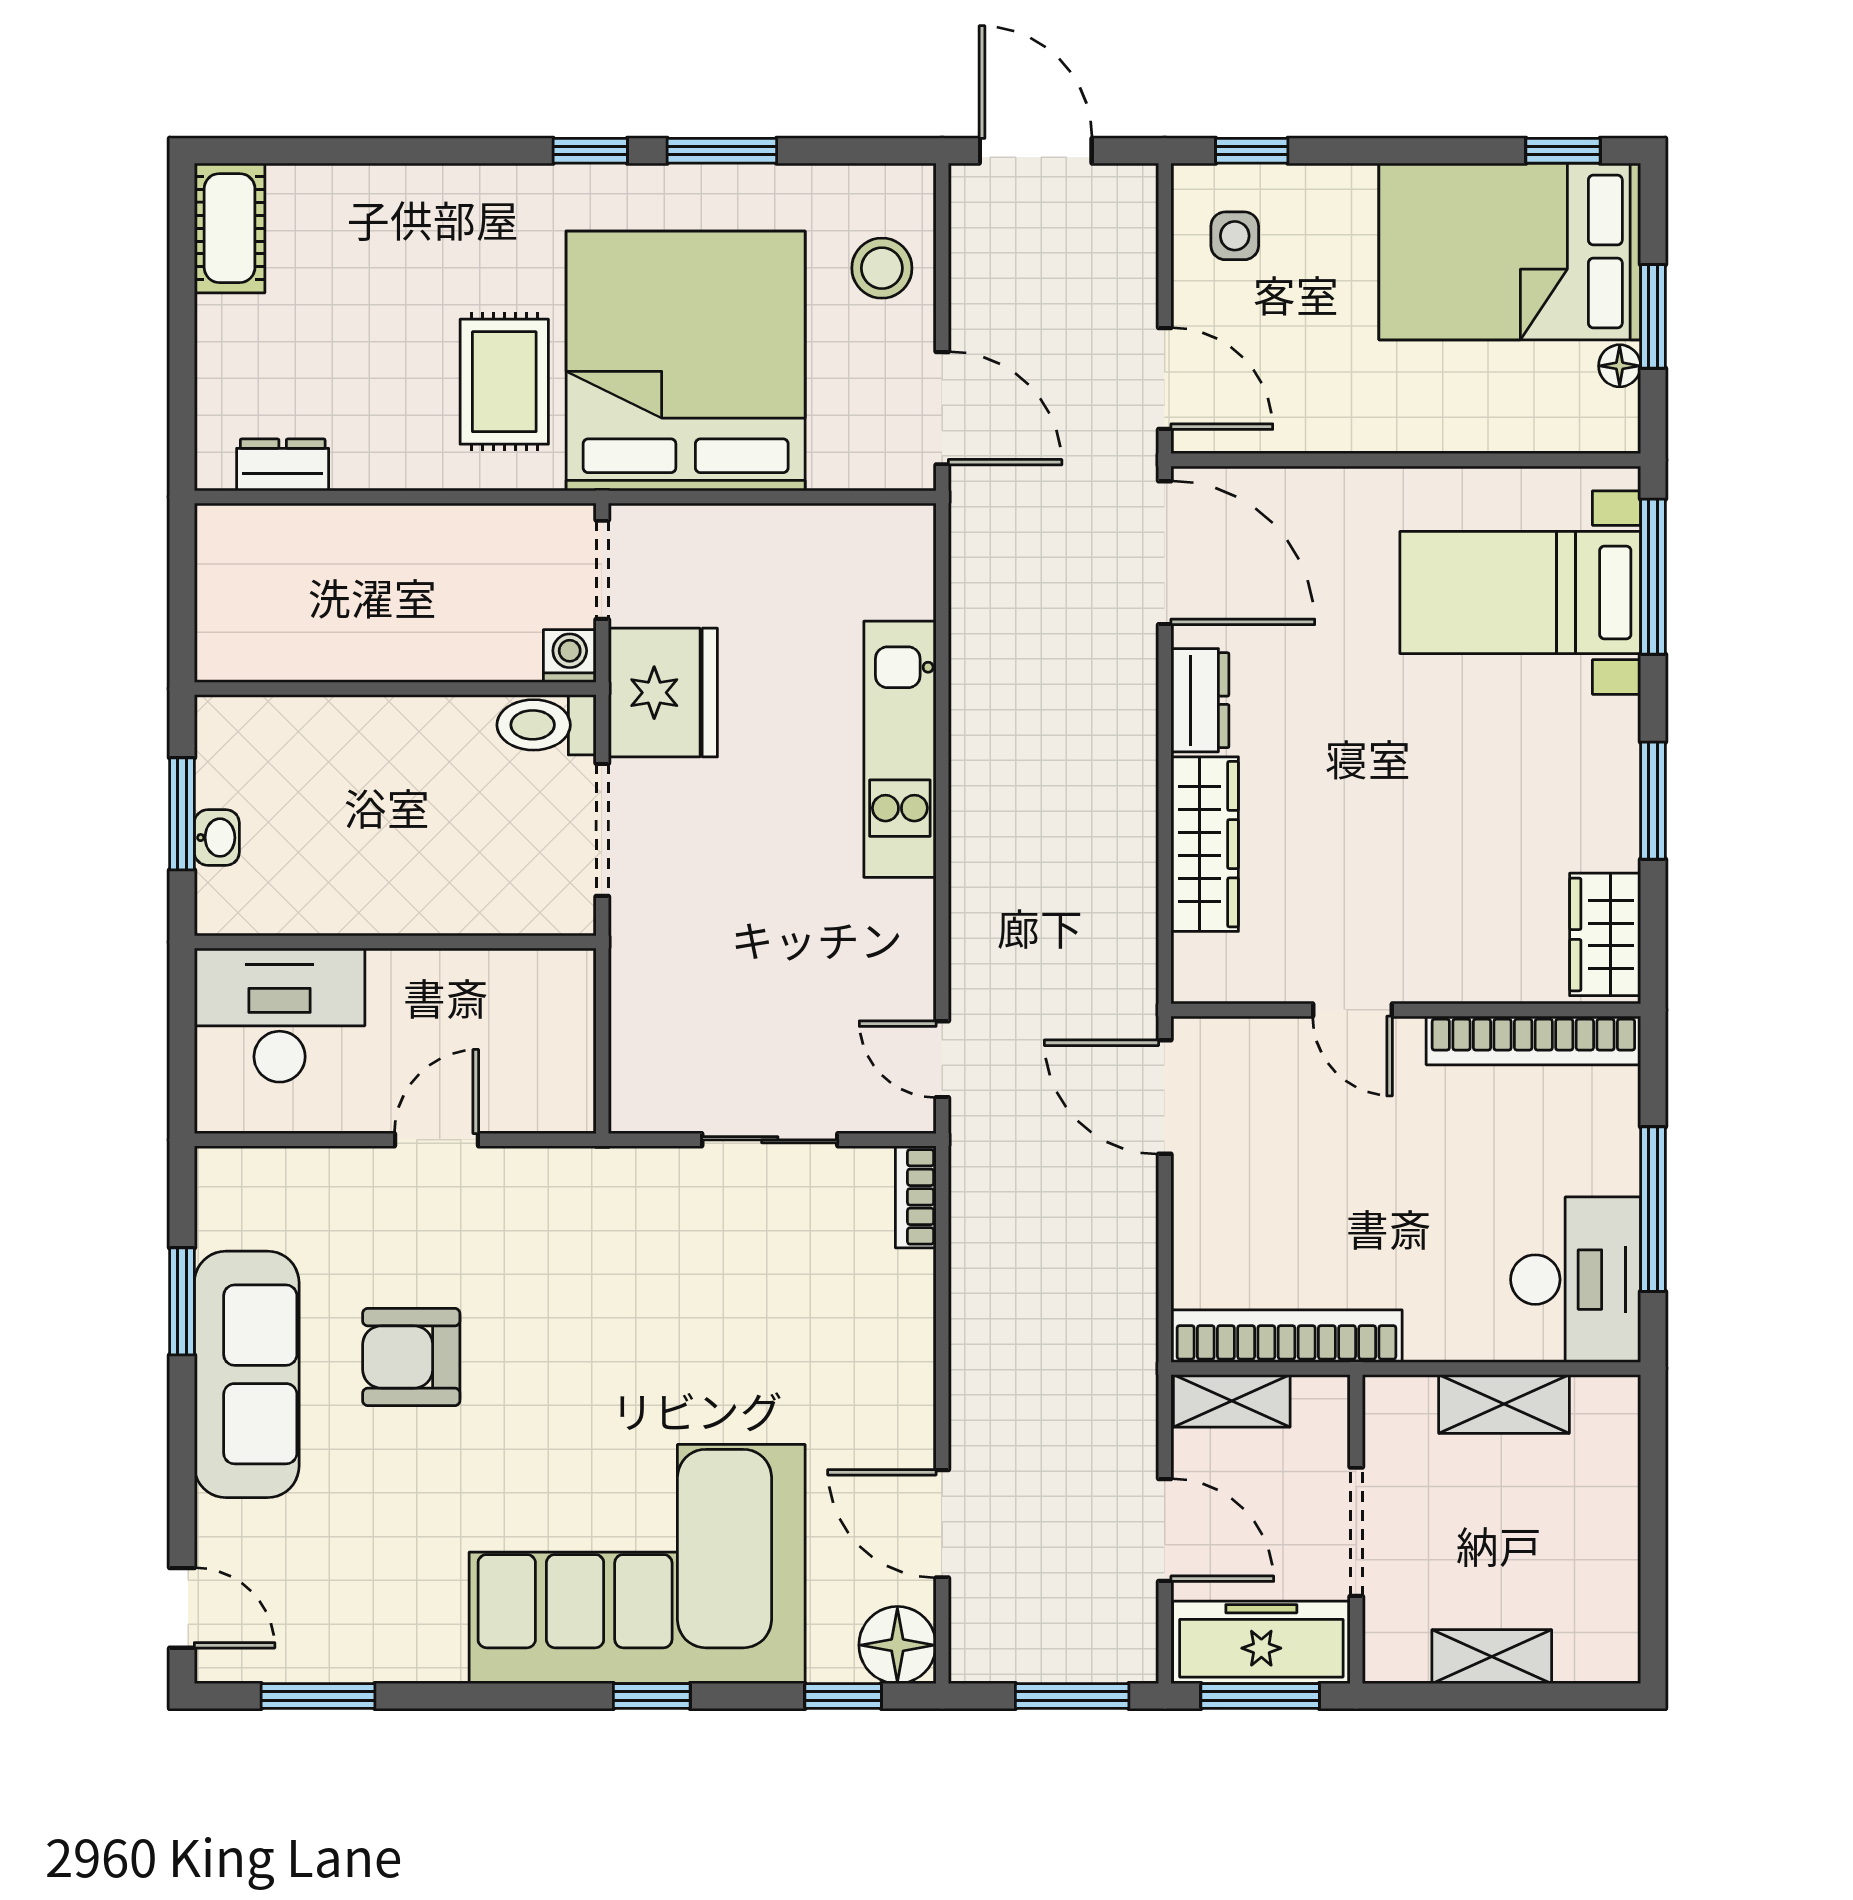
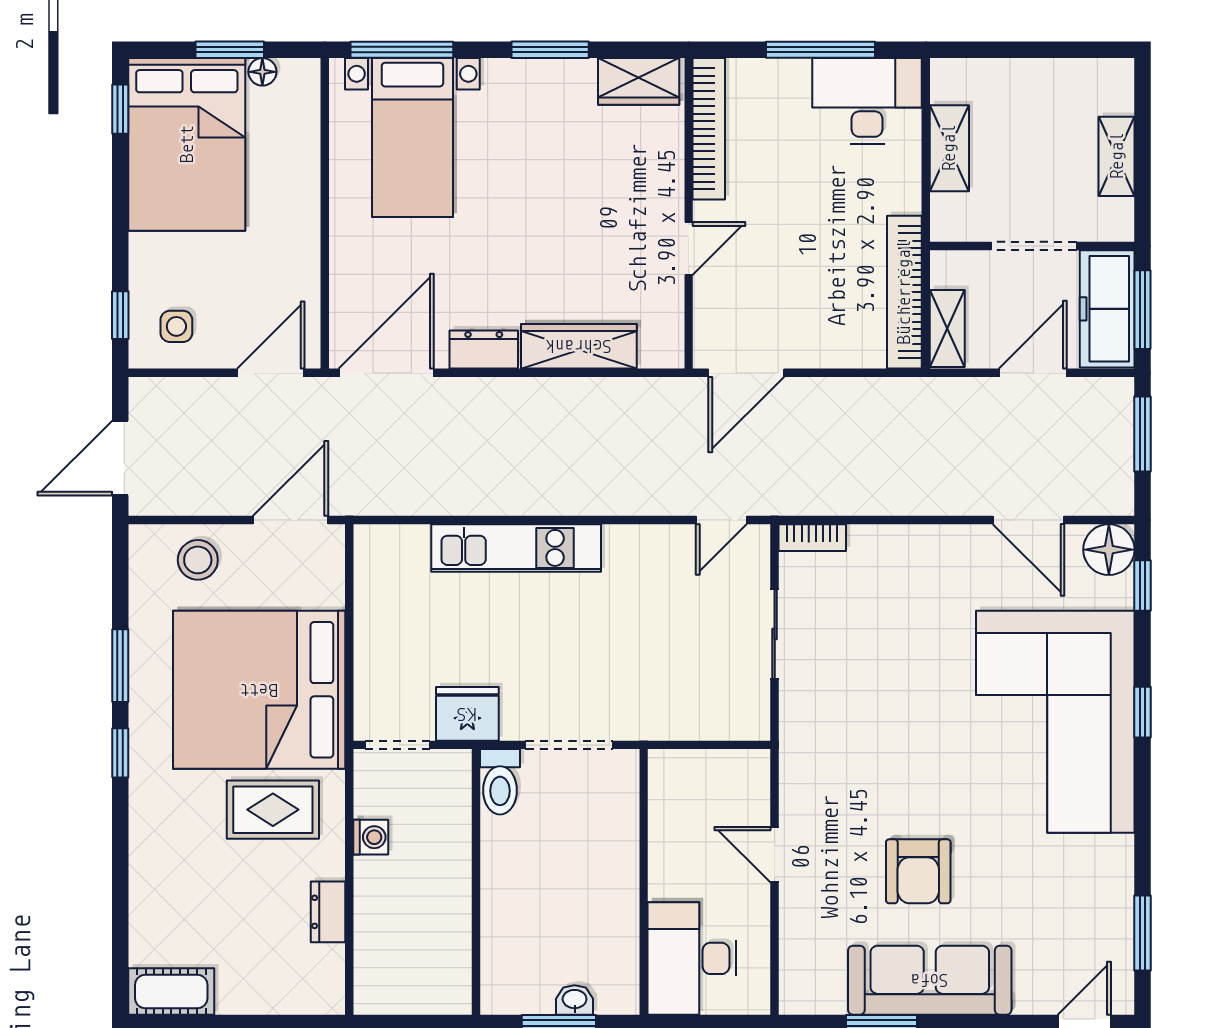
dresser: (283, 465) -> (328, 912), moved
washing machine: (570, 656) -> (371, 837), moved, turned 180
fridge: (663, 693) -> (467, 714), width x0.73, depth x0.75
door: (942, 1524) -> (1029, 520), hinge flipped

